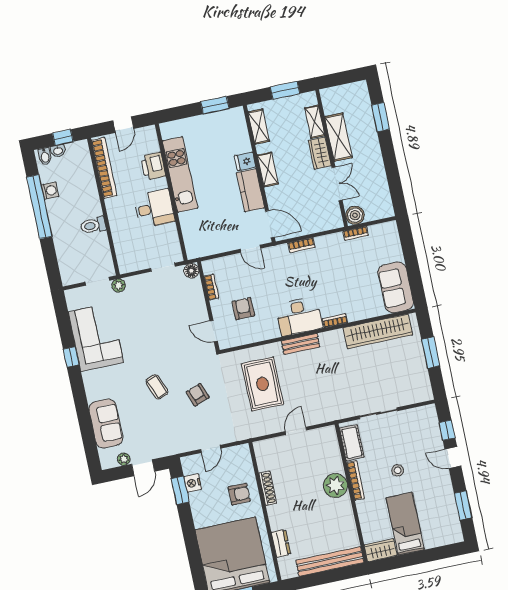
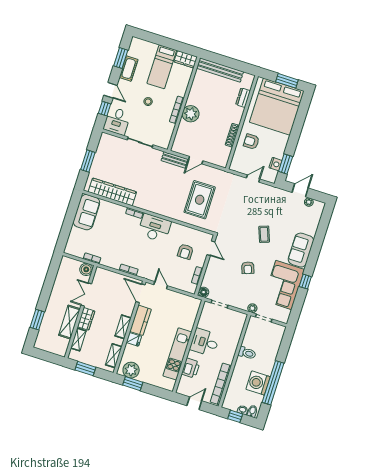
plant: (227, 121) -> (131, 370), added
washing machine: (50, 191) -> (258, 383), width x1.89, depth x1.89
bench: (300, 344) -> (174, 160), moved
armchair: (198, 395) -> (248, 268), moved
sofa: (106, 424) -> (301, 250), moved
desk: (423, 424) -> (117, 121), added
cot: (352, 443) -> (129, 68), moved

